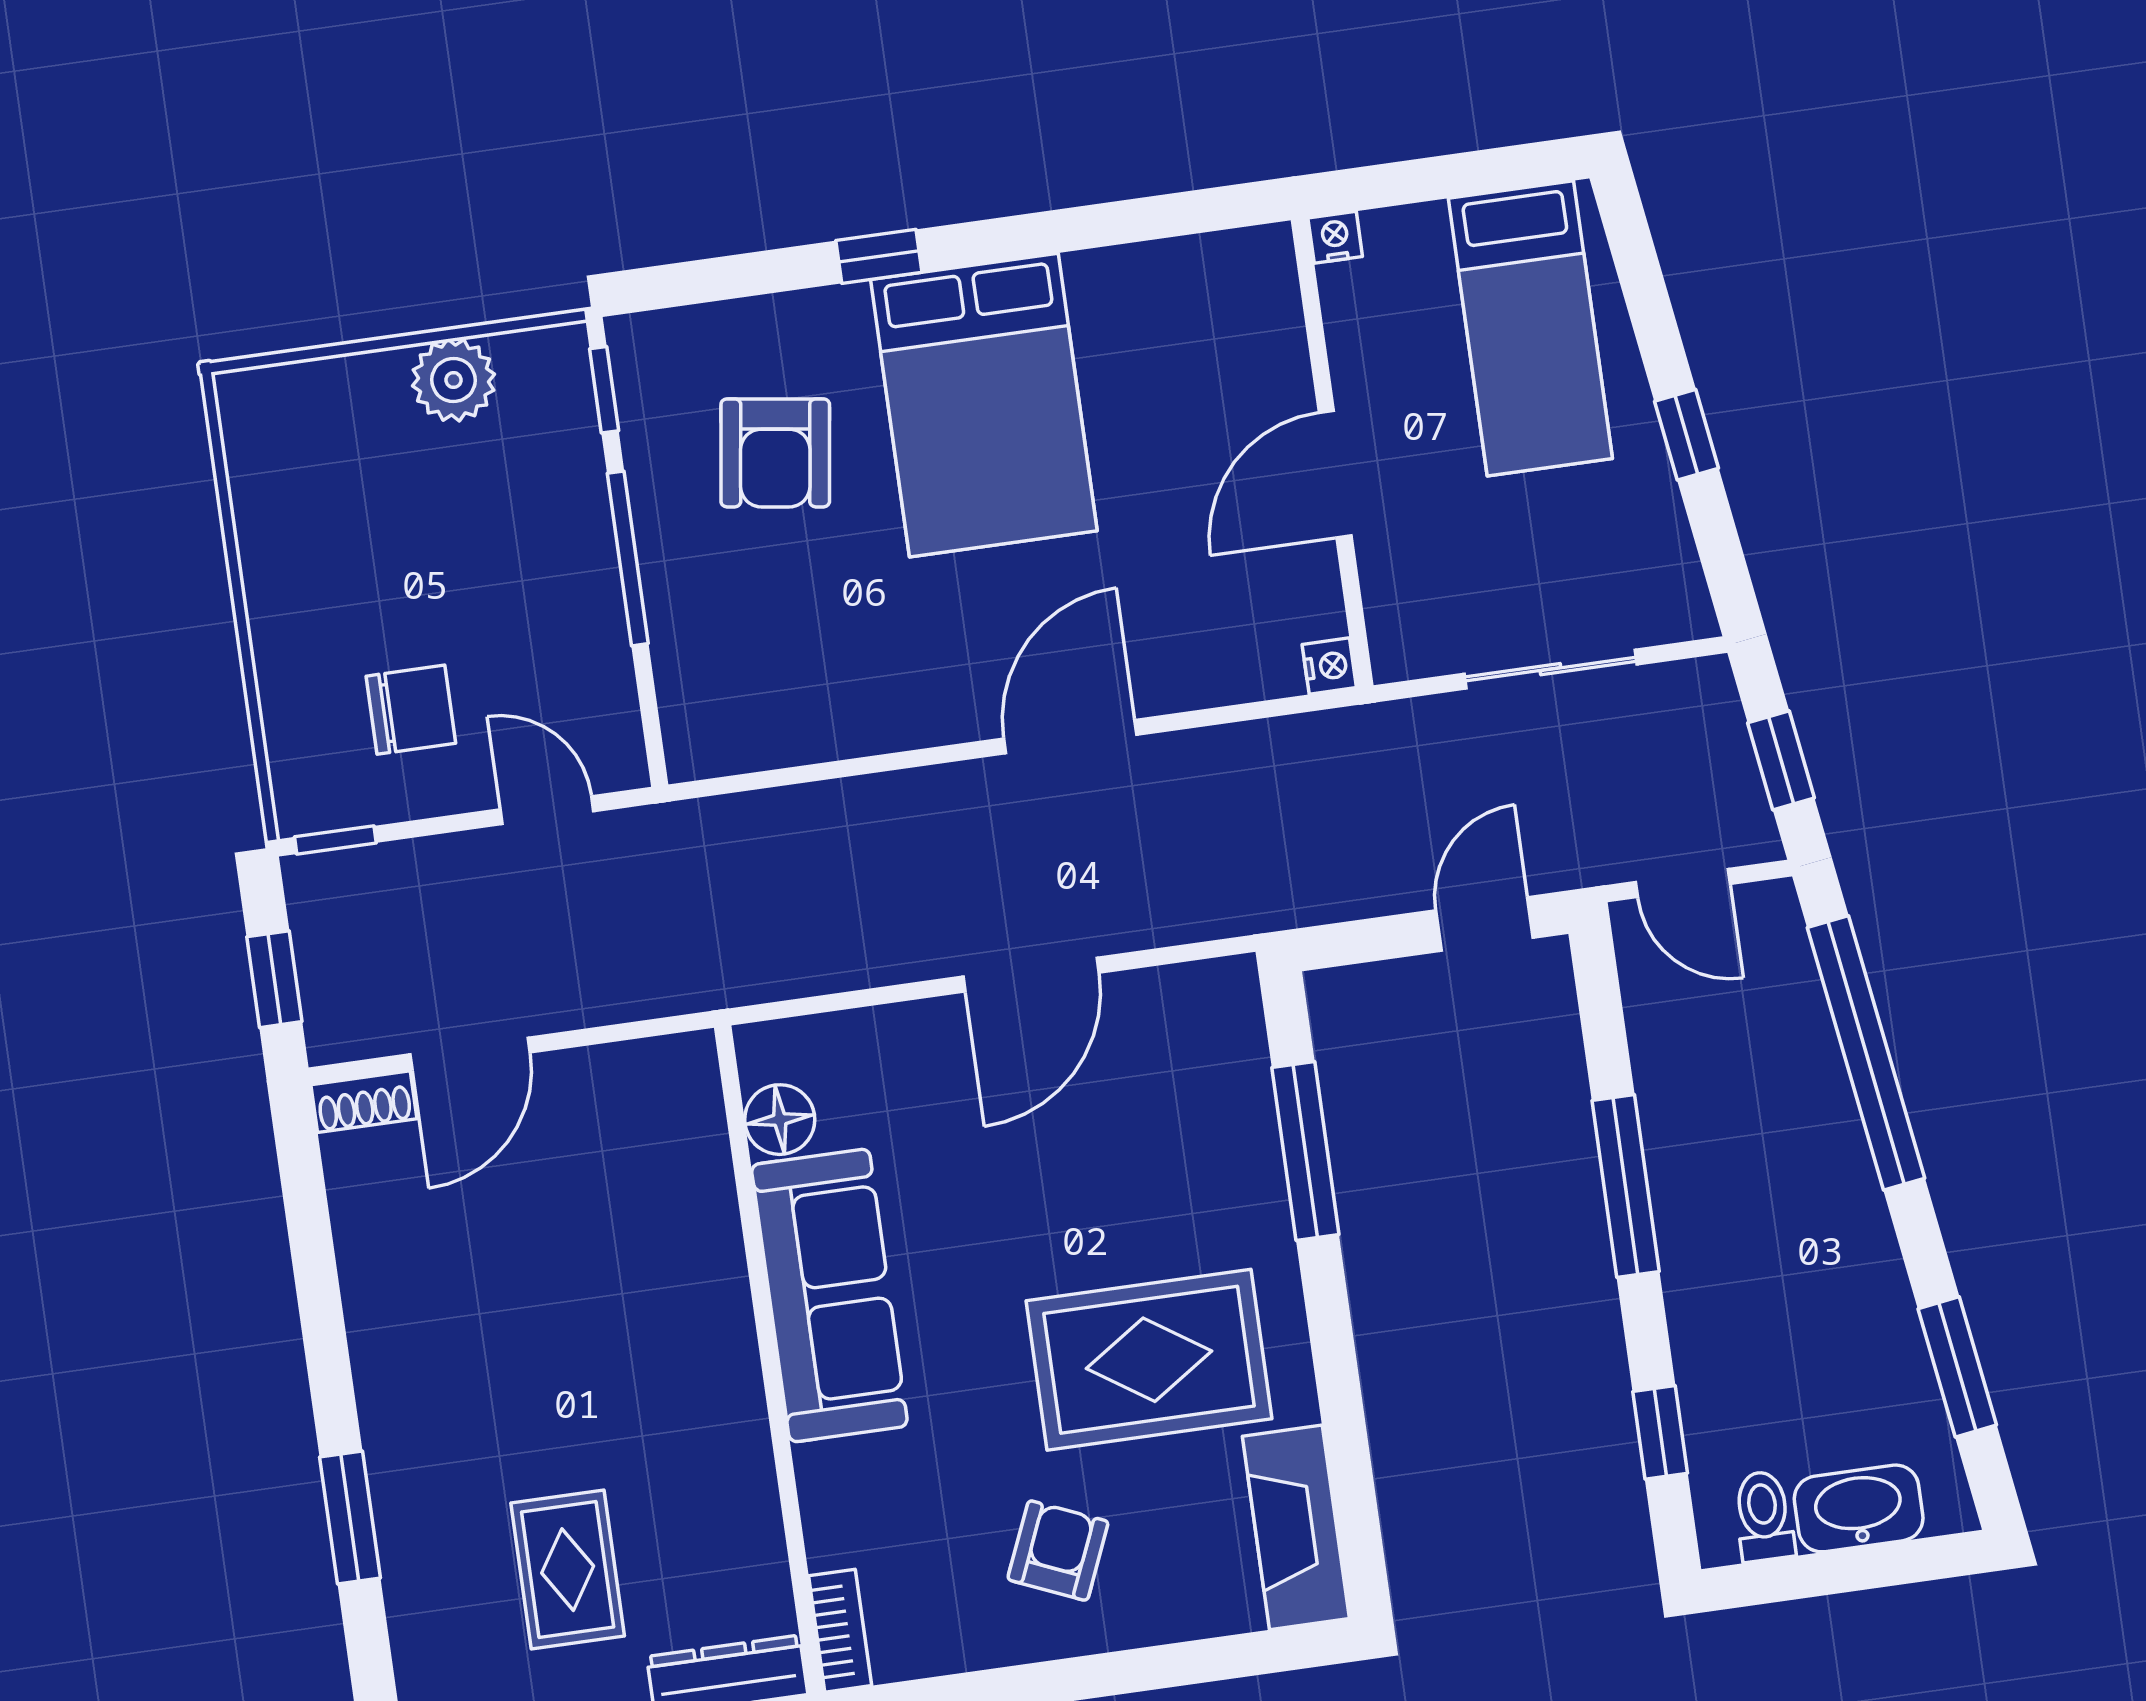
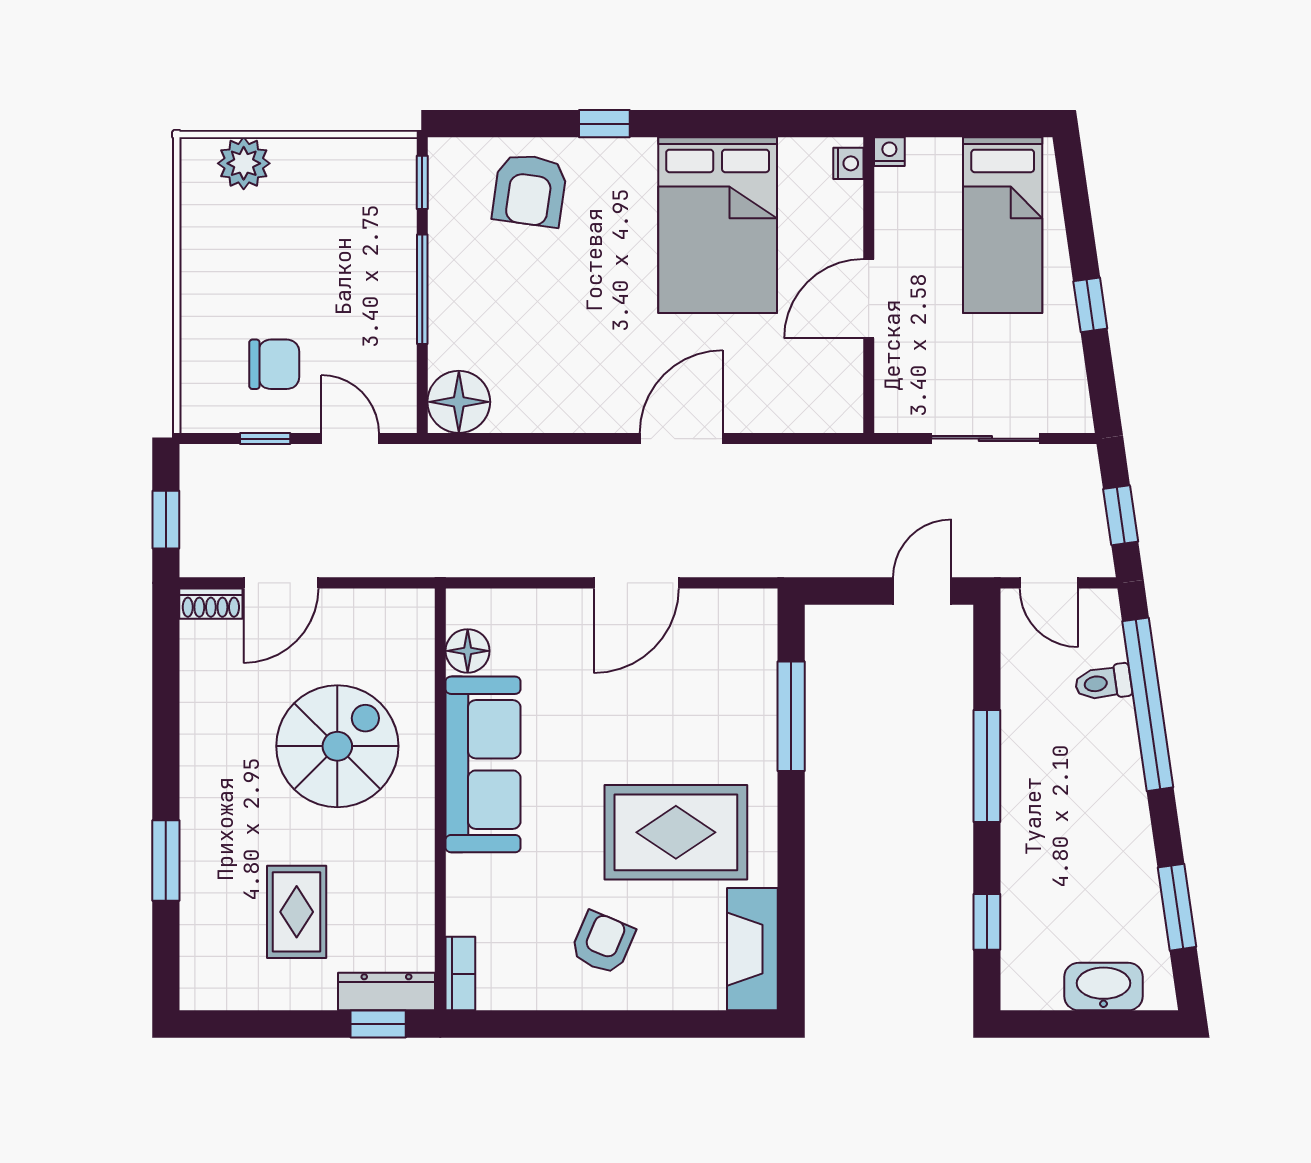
plant: (453, 380) -> (244, 163), moved
bed: (984, 405) -> (718, 225), moved
armchair: (775, 453) -> (530, 190), moved
nightstand: (1329, 666) -> (848, 163), moved
floor lamp: (711, 728) -> (459, 402), added
window: (335, 840) -> (265, 439), moved
spiral stairs: (595, 1299) -> (337, 746), added
toilet: (1764, 1516) -> (1103, 683), moved, turned -98

